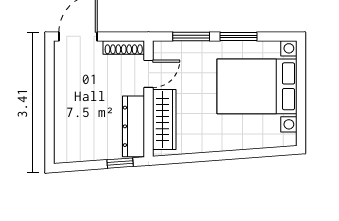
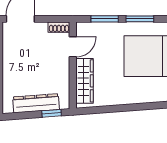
shoe rack: (124, 47) -> (59, 27), width x0.70
dresser: (133, 126) -> (36, 103), moved, turned 86

